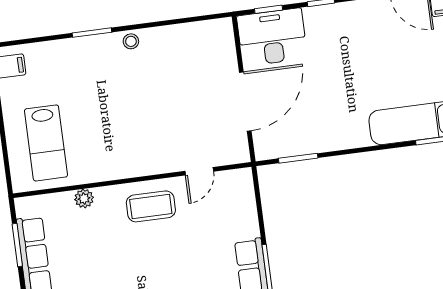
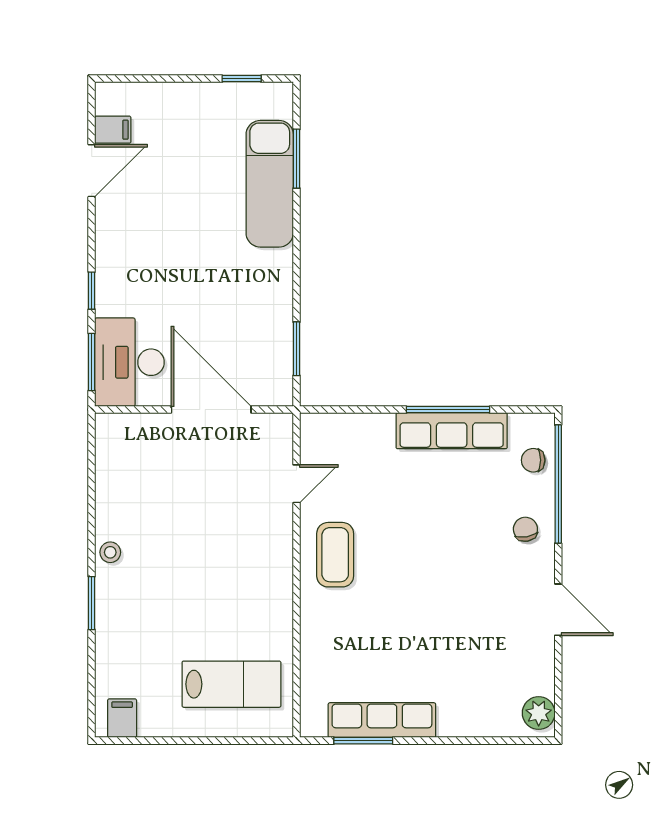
window: (269, 9) -> (92, 362), width x1.50
door: (199, 171) -> (296, 484), hinge flipped
plant: (84, 198) -> (313, 643), removed

